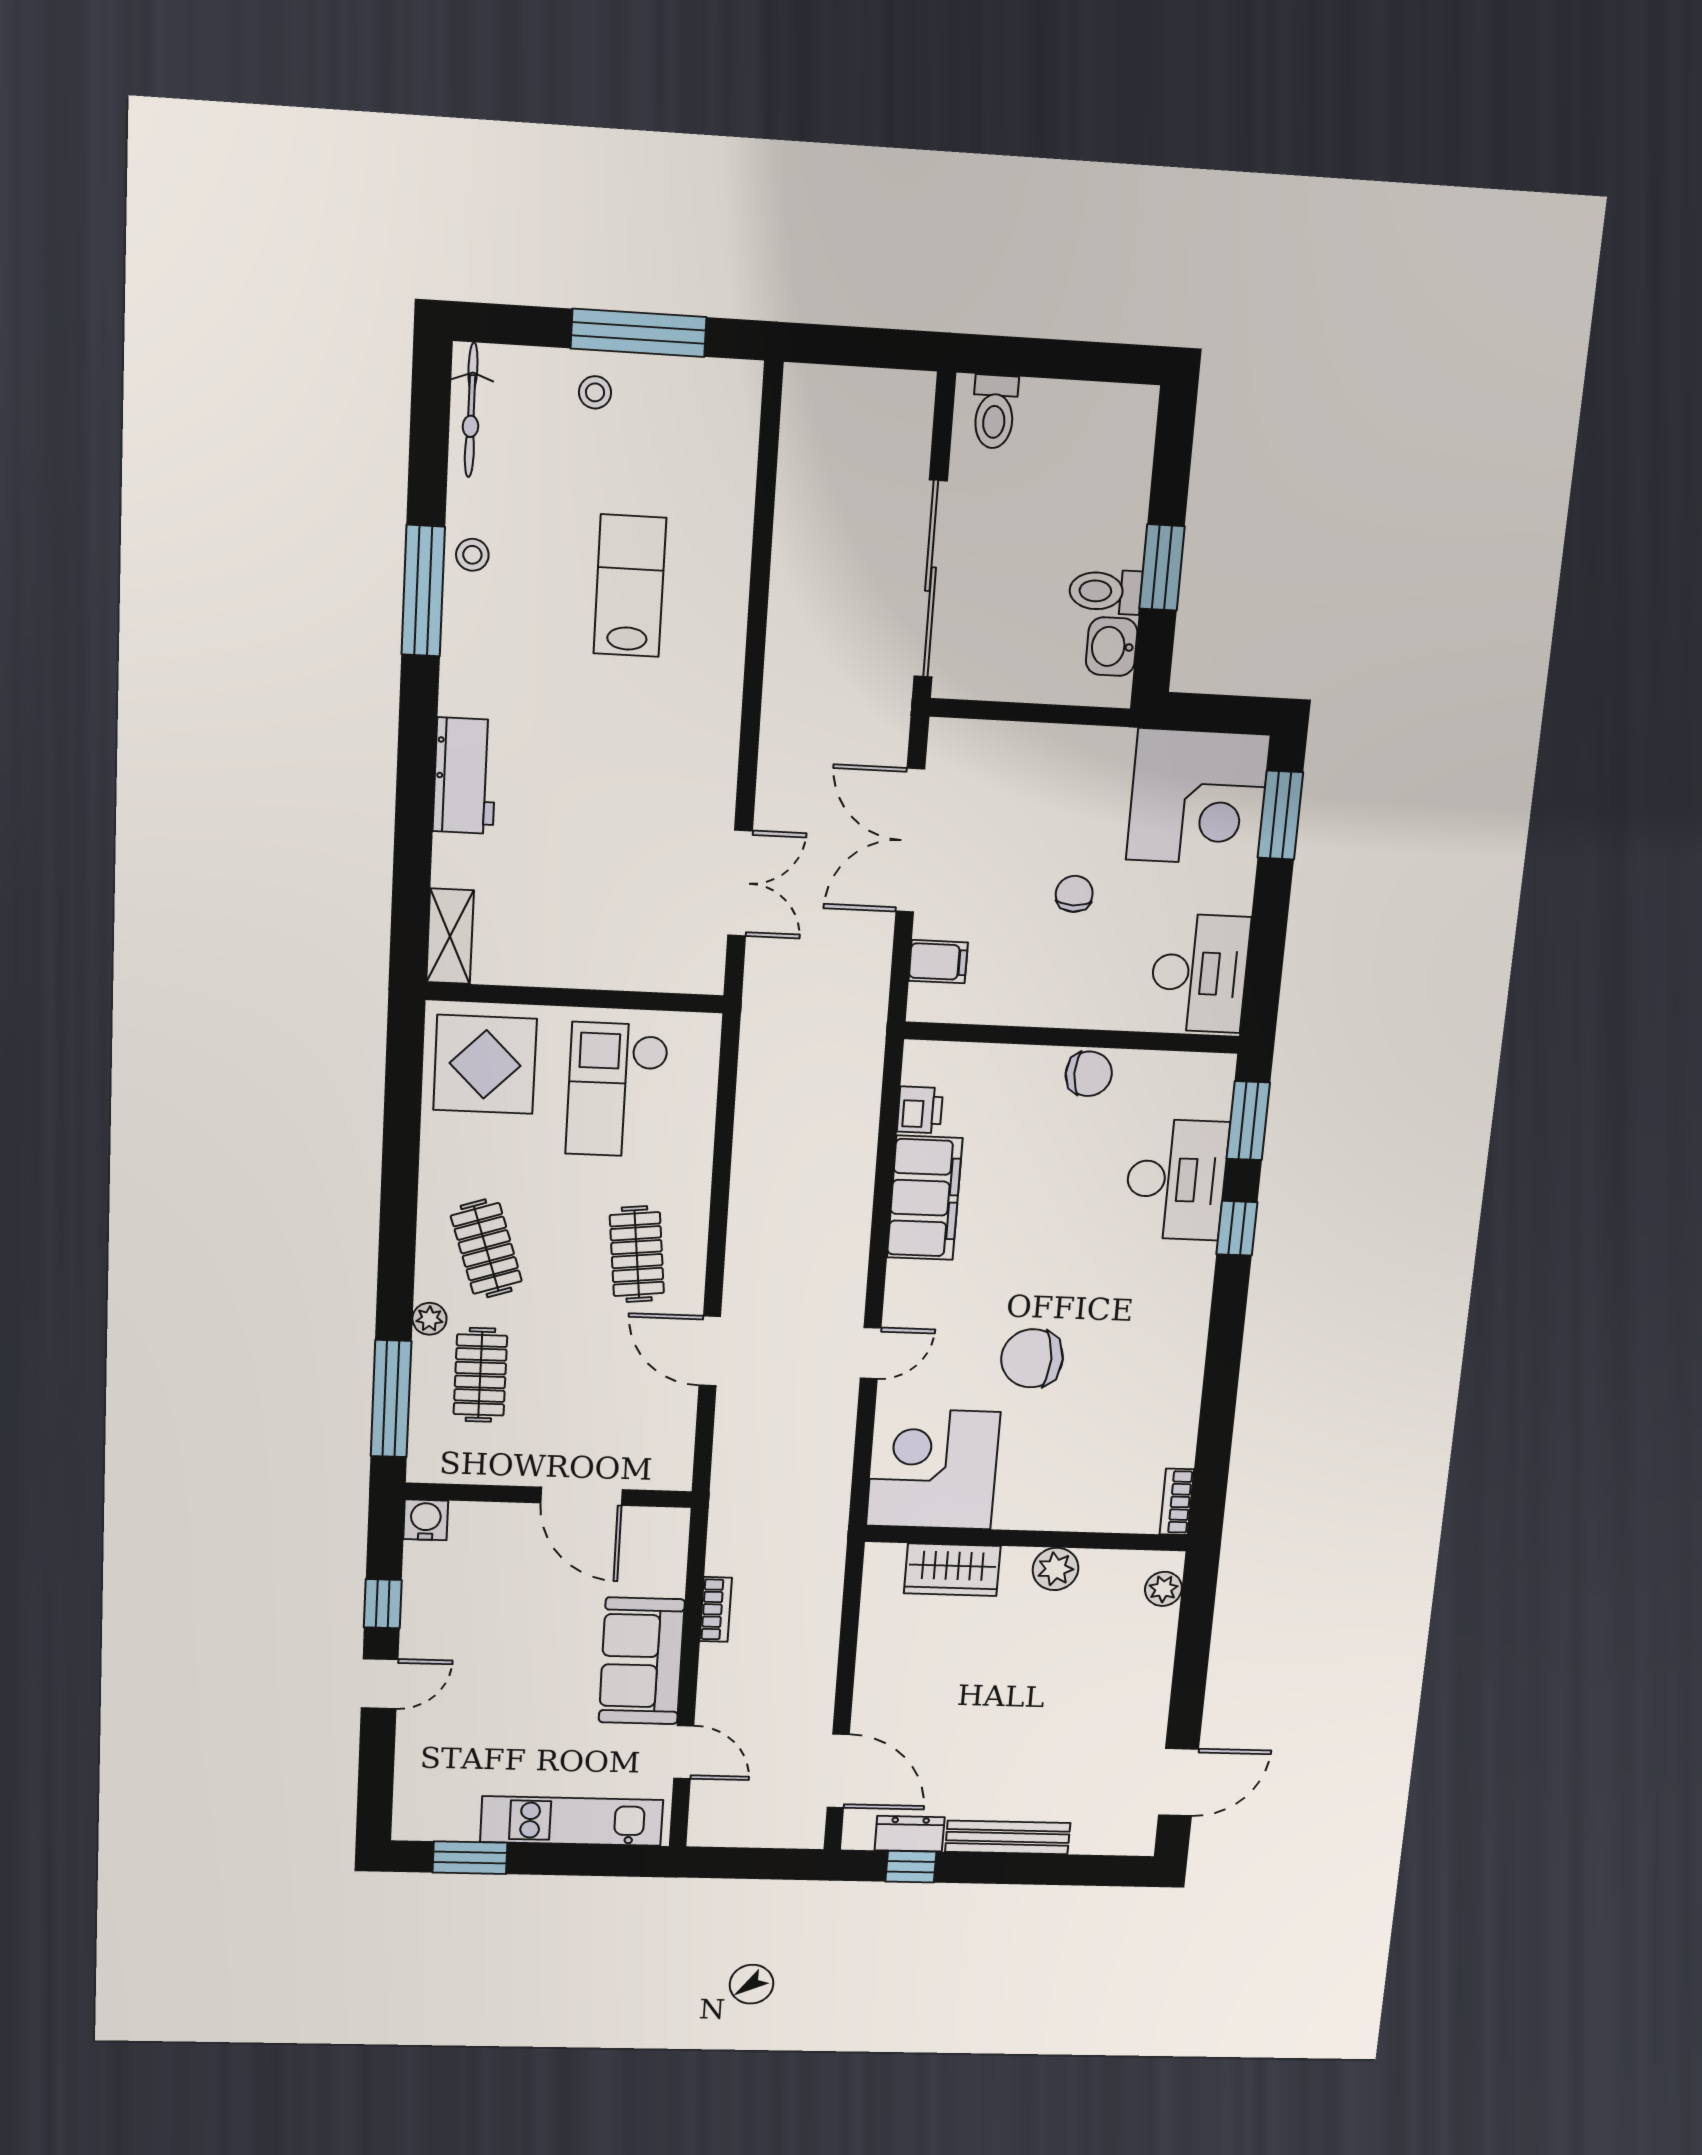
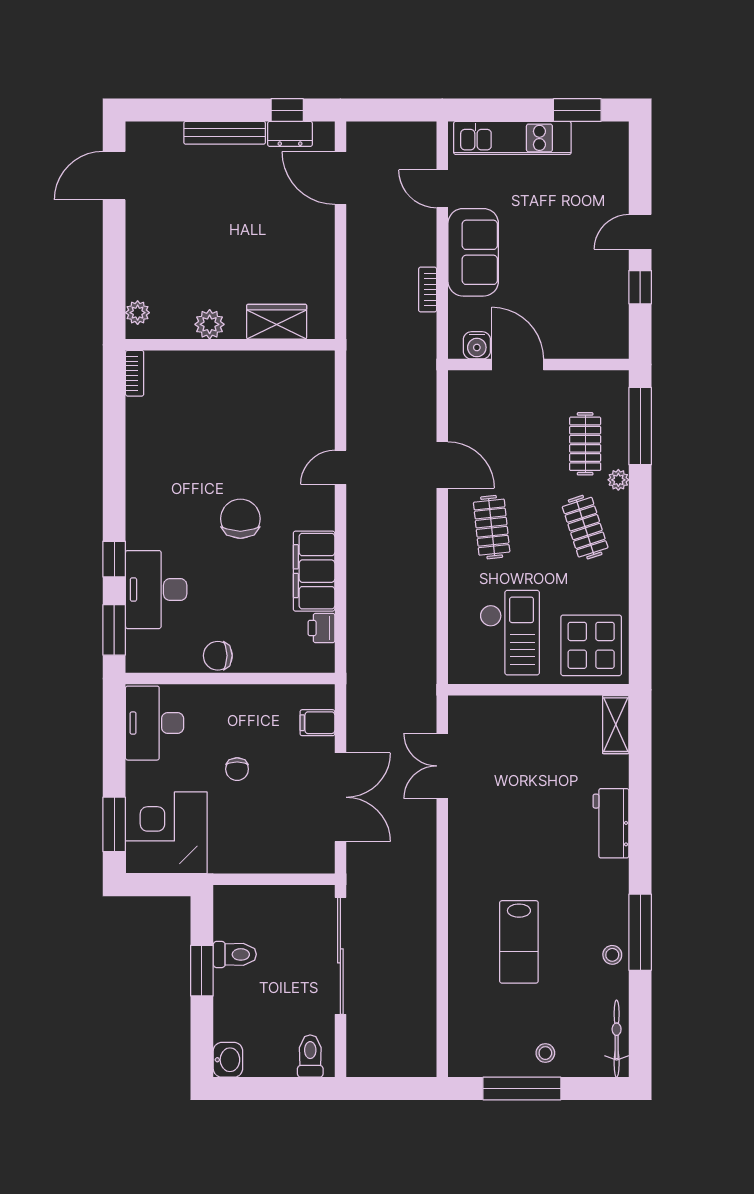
washbasin: (1112, 647) -> (228, 1060), moved
chair: (1032, 1358) -> (240, 519), moved, turned -90
corner desk: (933, 1469) -> (295, 391), removed
water cooler: (426, 1520) -> (477, 345), moved

